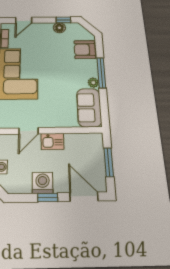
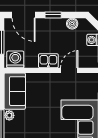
washing machine: (43, 183) -> (15, 59), moved, turned 180
boiler: (24, 187) -> (72, 24), added

